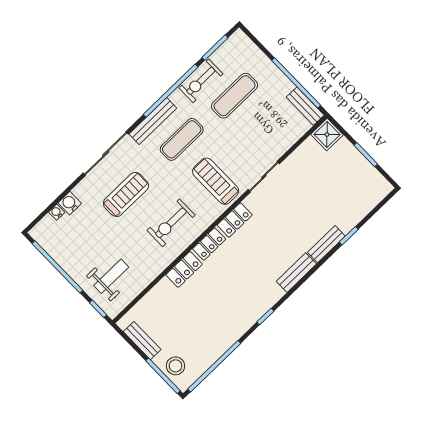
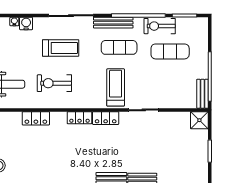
exercise bike: (171, 223) -> (54, 83), moved
locker: (184, 269) -> (36, 118), moved

